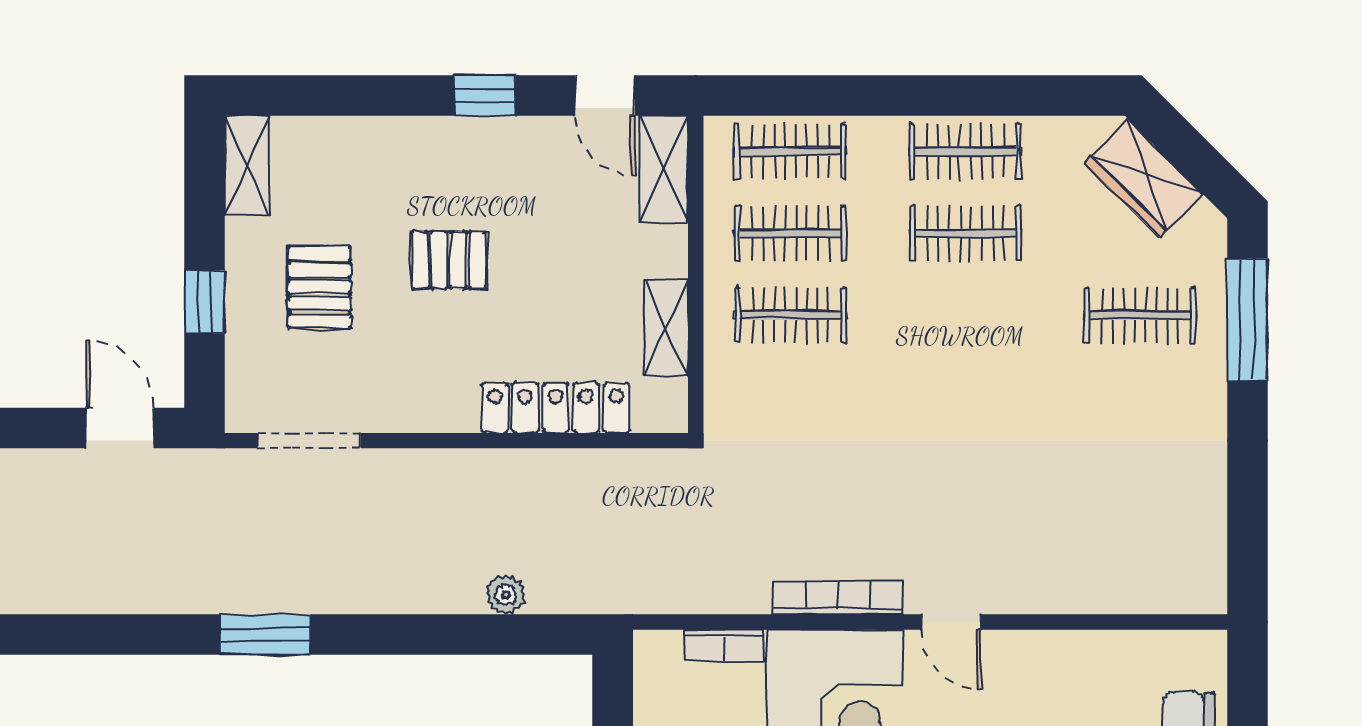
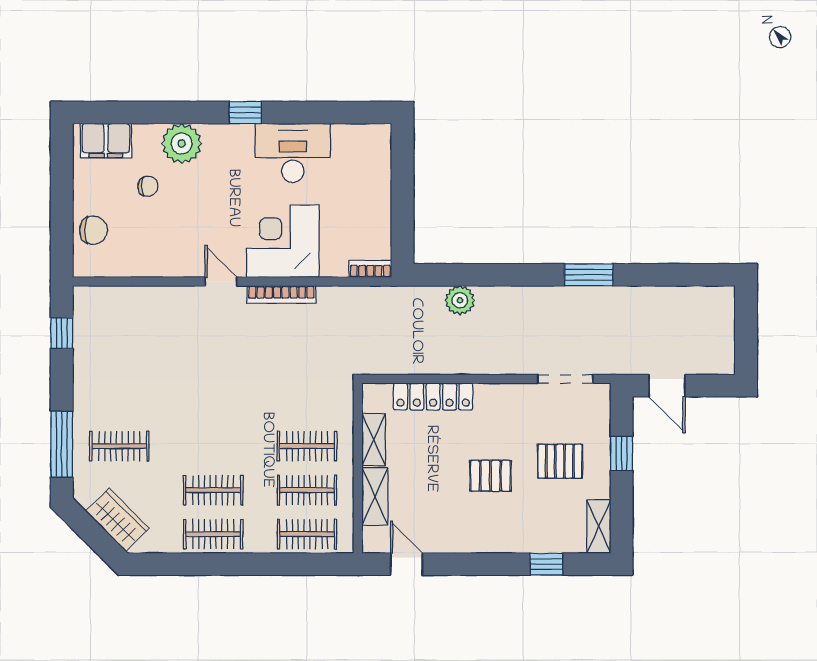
window: (485, 95) -> (546, 564), moved
shelving: (664, 169) -> (375, 497), moved
pallet: (319, 287) -> (560, 461), turned 90
window: (1247, 526) -> (62, 333), added
plant: (506, 594) -> (460, 300), width x1.38, depth x1.38
bookcase: (724, 645) -> (370, 269), moved

